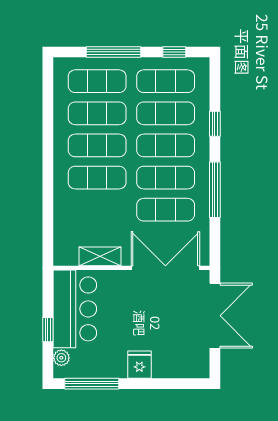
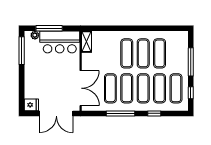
exercise mat: (97, 81) -> (176, 53), removed
shelving: (100, 256) -> (87, 42), moved
window: (48, 330) -> (49, 28), width x2.17
fridge: (139, 365) -> (31, 105), moved

